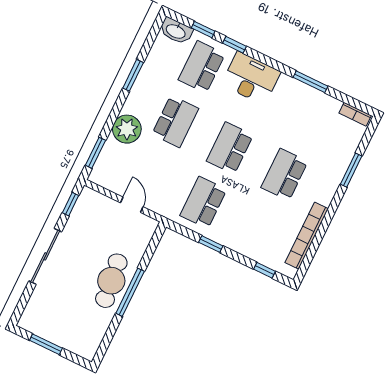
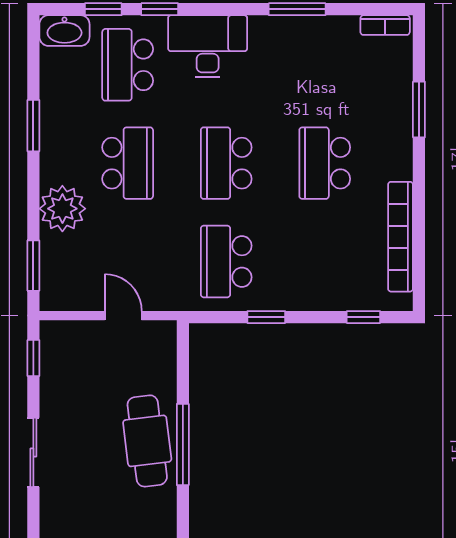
sliding door: (45, 256) -> (33, 452), width x0.73

